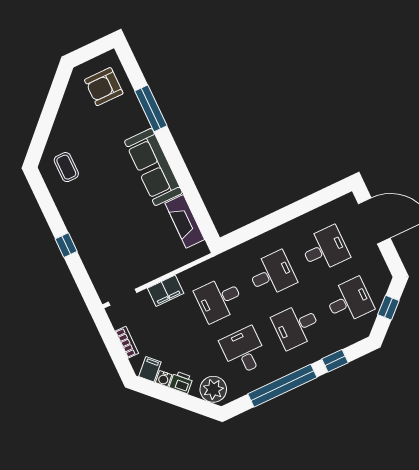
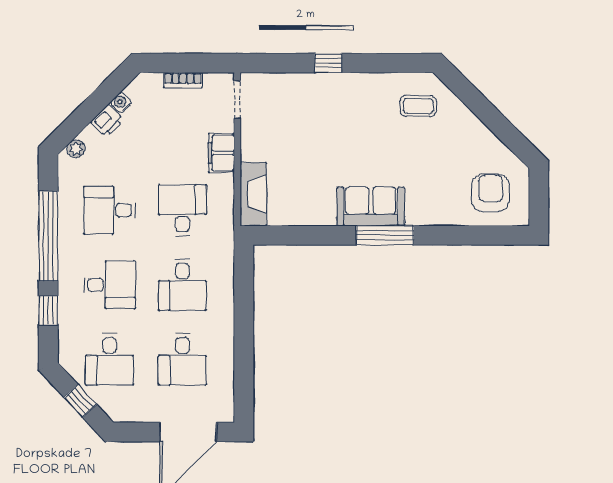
window: (151, 108) -> (385, 235), moved
sofa: (153, 167) -> (371, 206), width x0.73
fireplace: (185, 221) -> (253, 194), moved, turned 90
desk: (296, 326) -> (110, 285), turned 90
desk: (244, 351) -> (110, 210), turned 180
filing cabinet: (150, 369) -> (139, 92), removed
plant: (213, 389) -> (76, 149), width x0.53, depth x0.53

